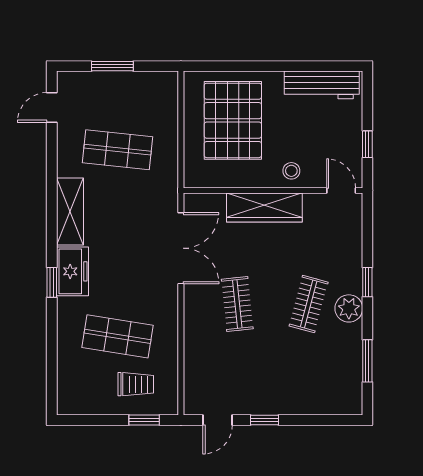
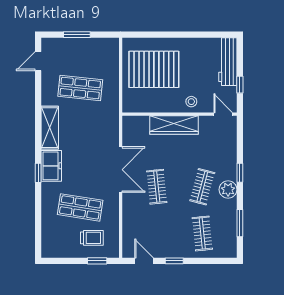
workbench: (322, 85) -> (228, 62), moved, turned 90
pallet: (233, 120) -> (154, 69), turned 90
double door: (181, 248) -> (121, 170), moved
clothes rail: (309, 377) -> (202, 233), added
door: (218, 420) -> (144, 261), swing flipped

